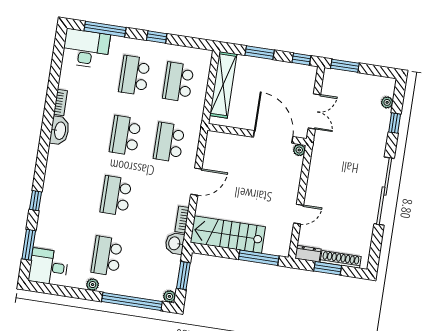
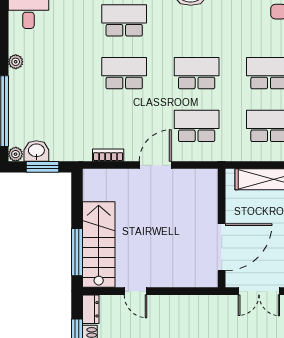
plant: (299, 150) -> (211, 280), removed
door: (196, 182) -> (155, 165), swing flipped
stairs: (228, 235) -> (99, 245), moved
washbasin: (175, 243) -> (36, 151), moved
school desk: (107, 256) -> (124, 20), moved

